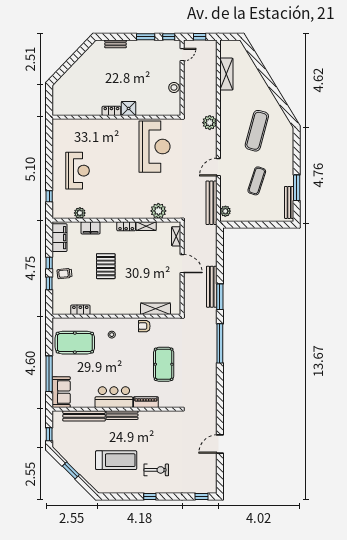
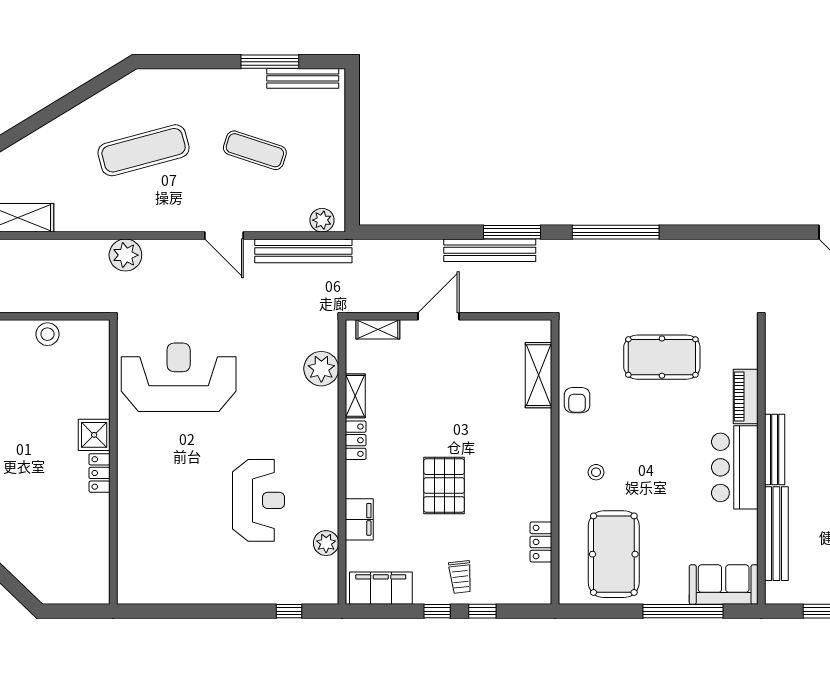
exercise mat: (257, 131) -> (144, 150), turned -30
reception desk: (78, 171) -> (259, 500), moved, turned 90
pallet: (106, 266) -> (444, 486), turned 90

